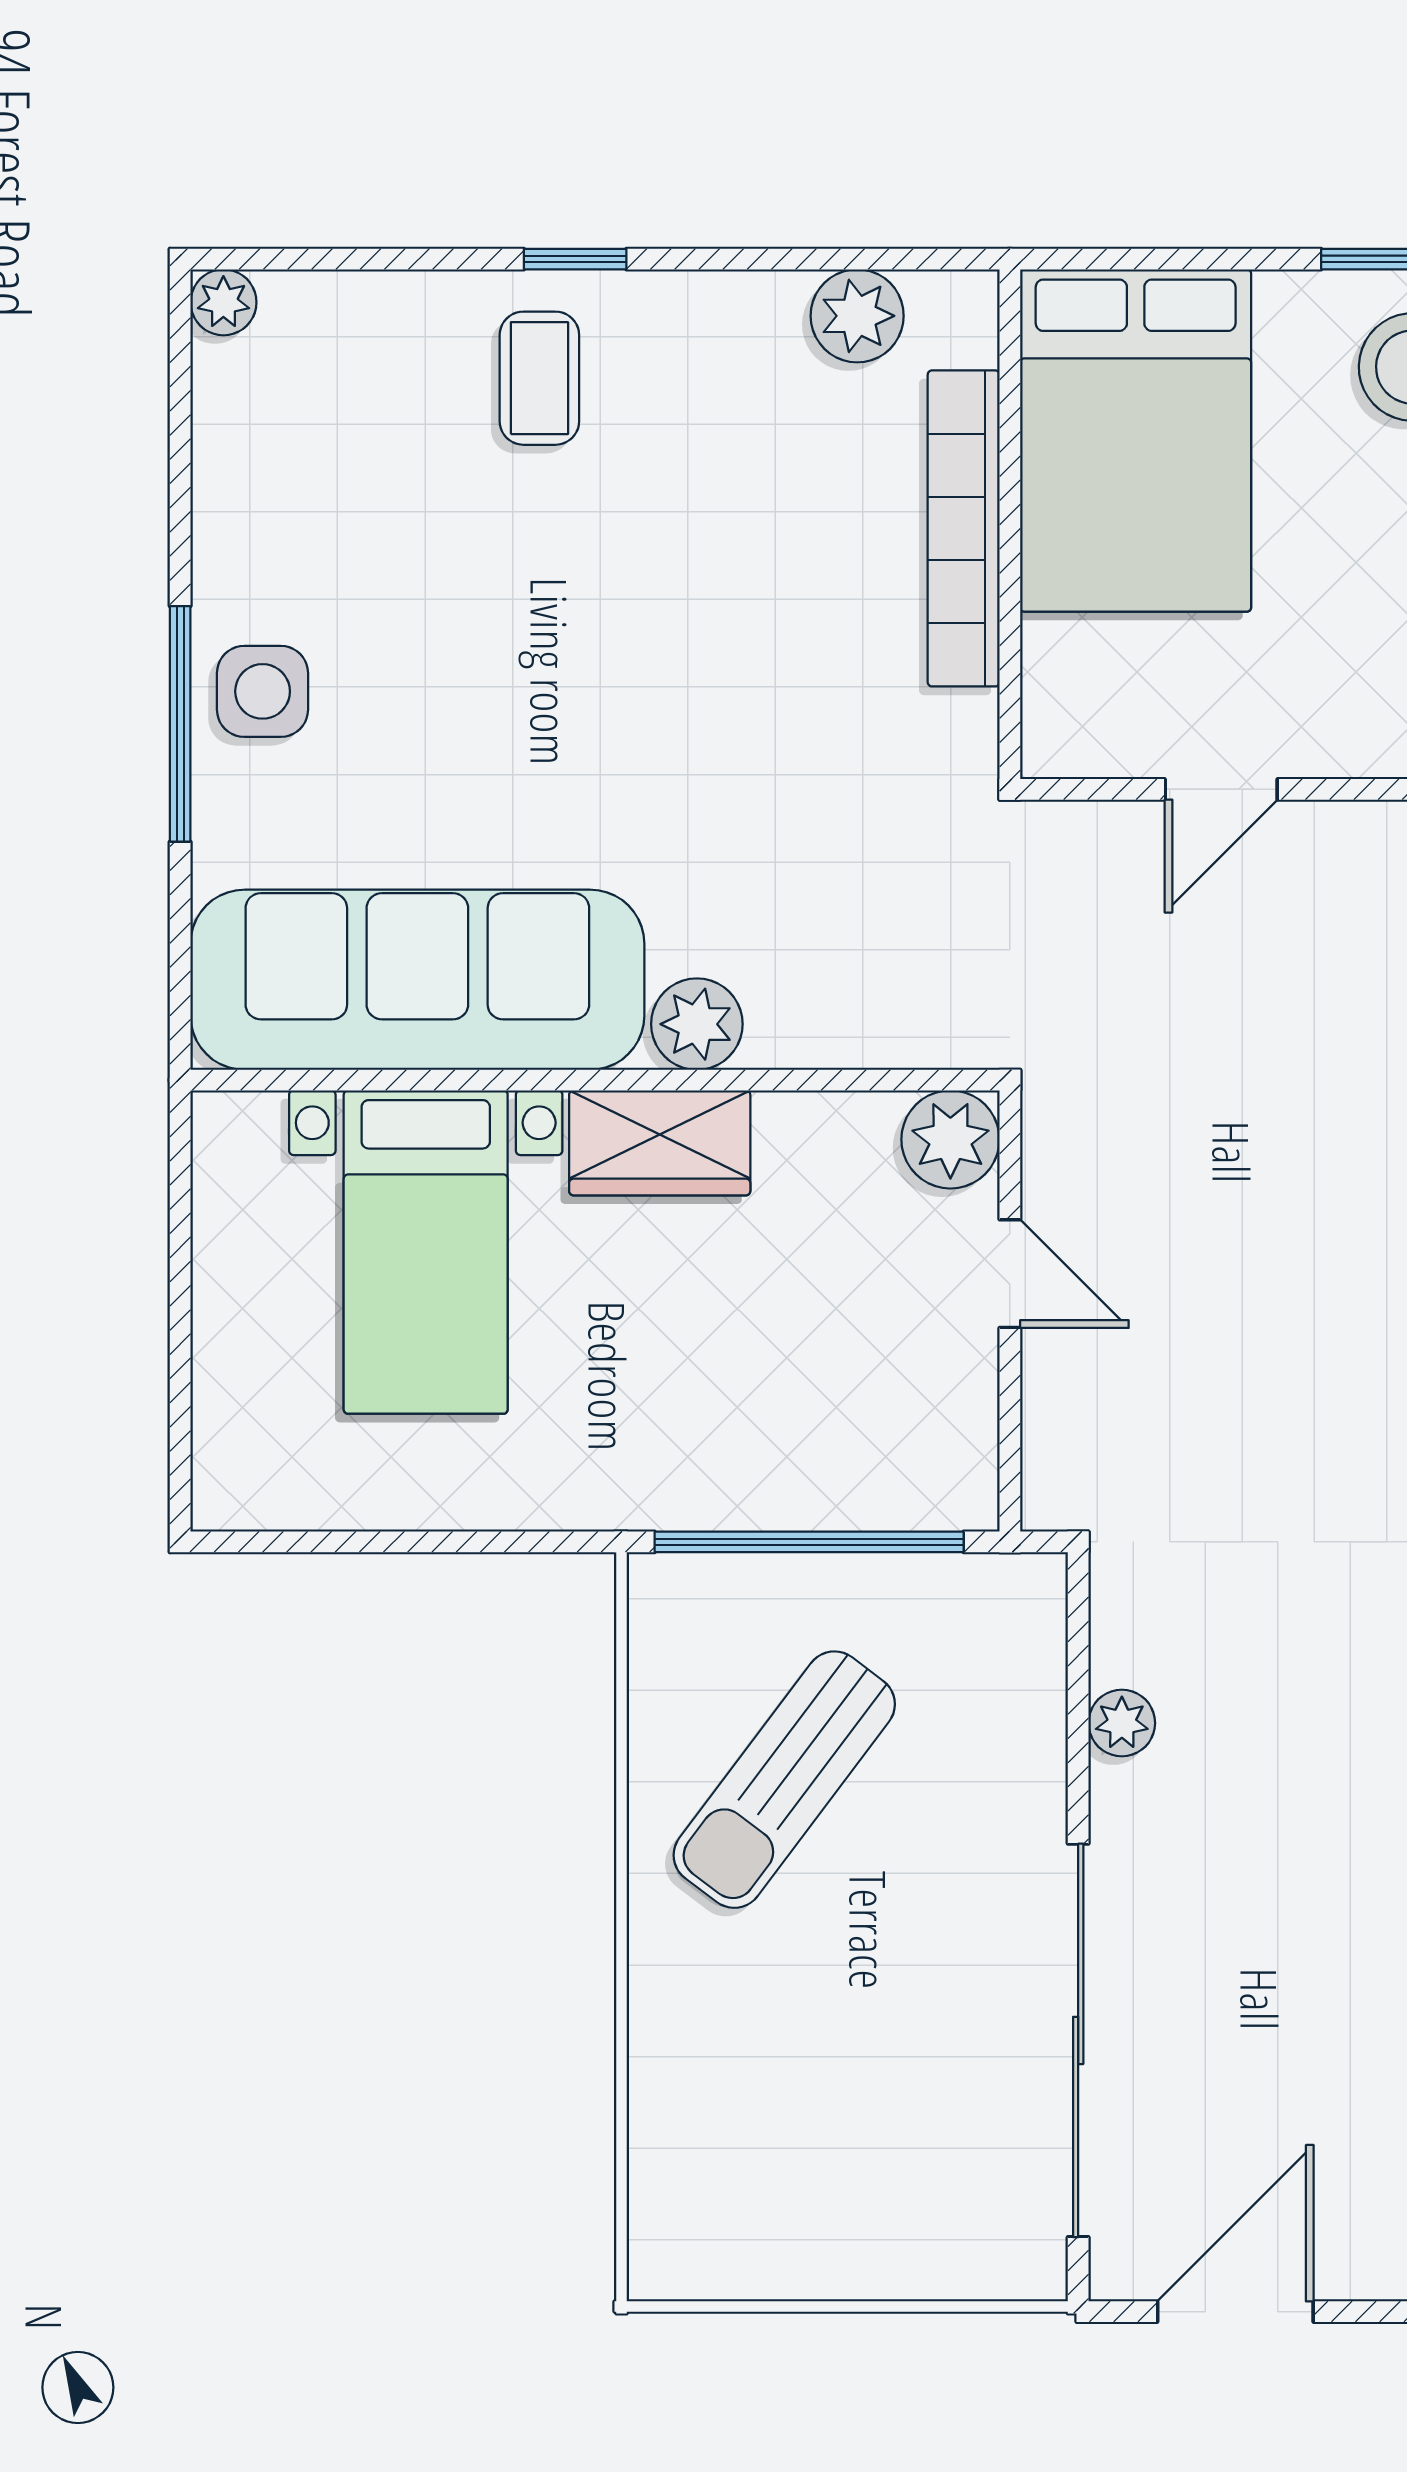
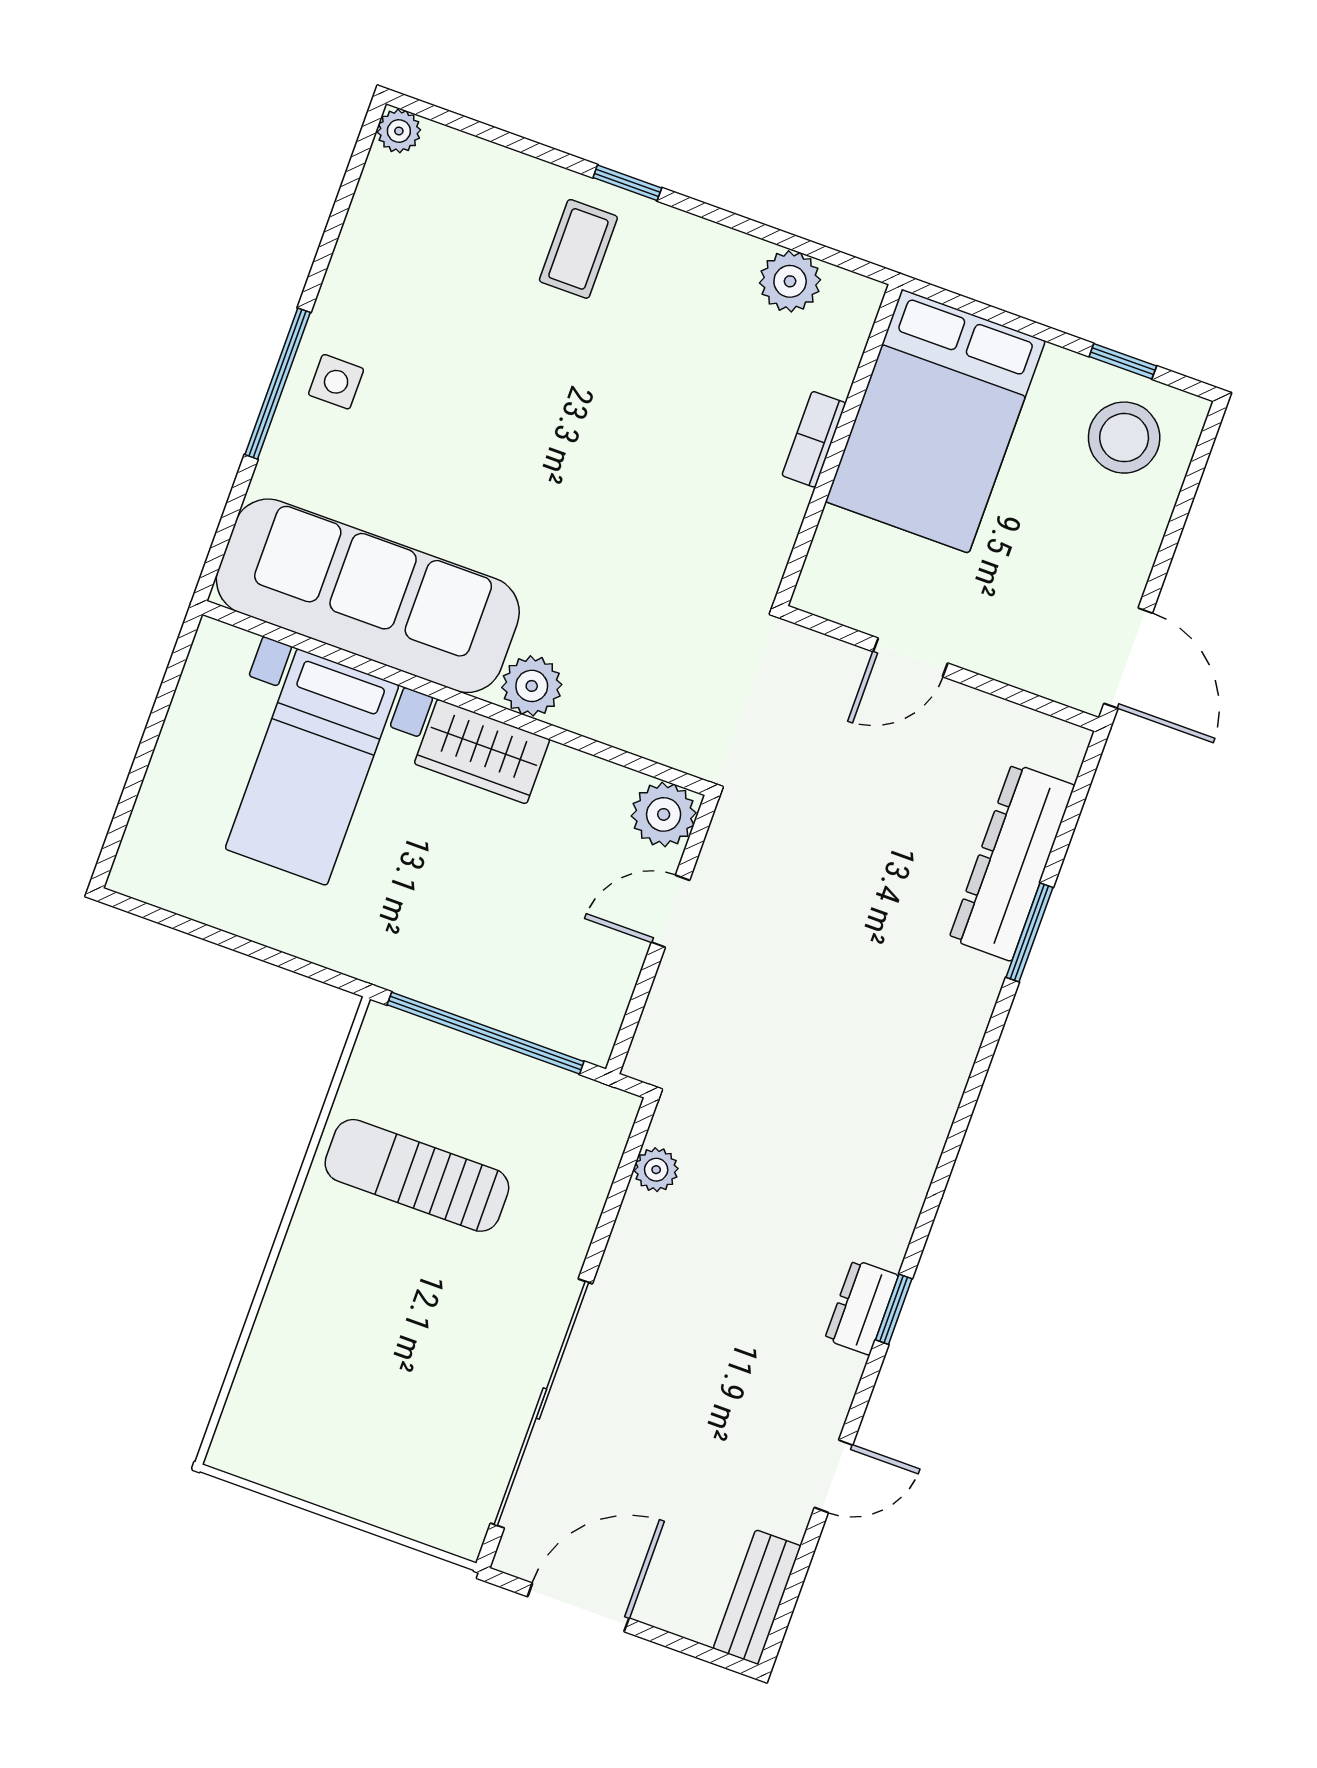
bookcase: (964, 528) -> (814, 439), width x0.43, depth x0.76
side table: (263, 691) -> (336, 382), width x0.73, depth x0.73
door: (1010, 1274) -> (670, 911), swing flipped
plant: (1122, 1723) -> (656, 1170), moved
sun lounger: (784, 1780) -> (417, 1175), turned 53

